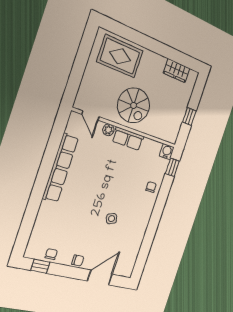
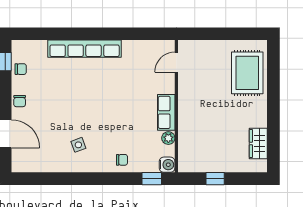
spiral stairs: (134, 105) -> (203, 106), removed
plant: (108, 130) -> (168, 138), moved
row of seats: (60, 168) -> (85, 49), moved
side table: (112, 219) -> (78, 145), moved

